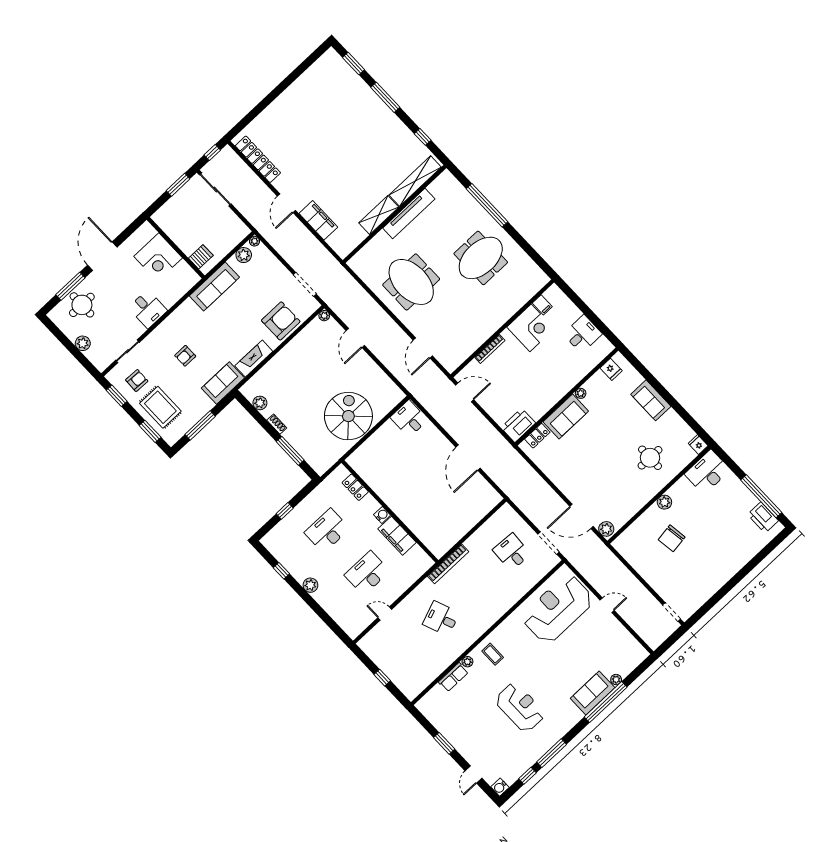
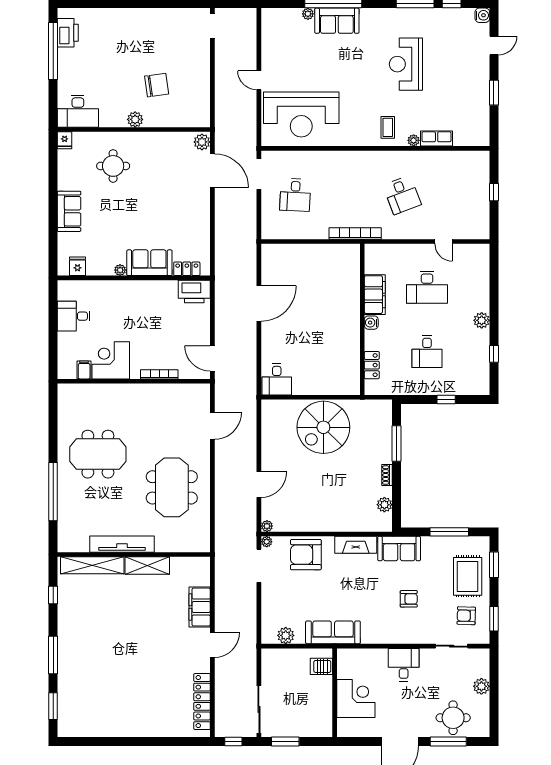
plant: (254, 241) -> (267, 542), moved
desk: (327, 531) -> (427, 352), width x0.73

